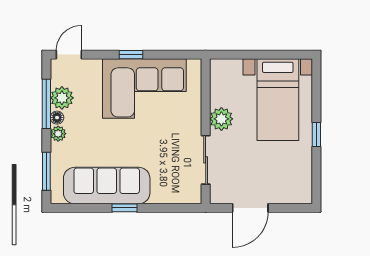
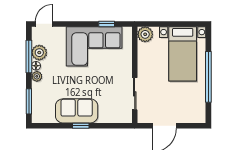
window: (131, 55) -> (107, 24), moved
plant: (221, 119) -> (145, 34), moved
window: (316, 134) -> (208, 77), width x3.17
sofa: (107, 186) -> (77, 111), width x0.73

